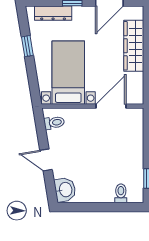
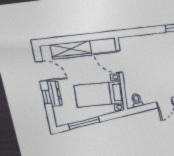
dresser: (53, 13) -> (55, 94), moved
window: (27, 46) -> (84, 123), width x2.17

